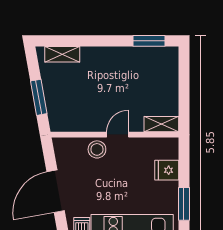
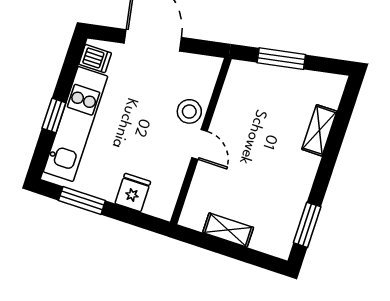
shelving: (62, 54) -> (319, 130), moved
shelving: (161, 124) -> (228, 230), moved, turned 90

